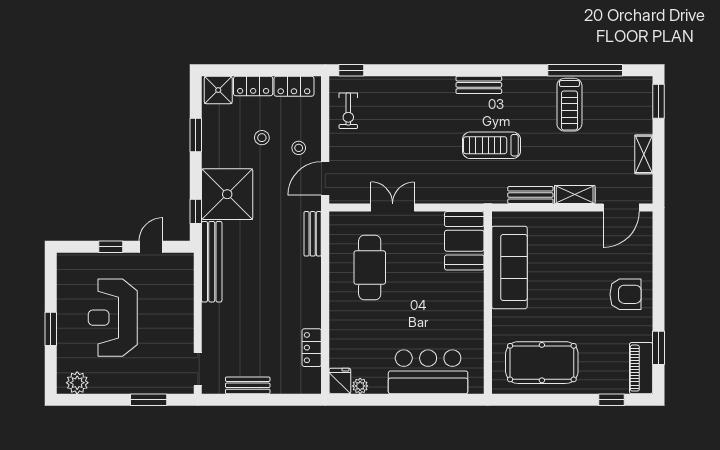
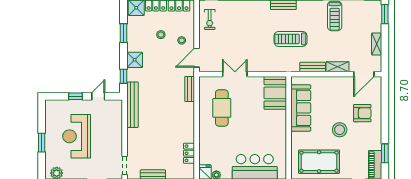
shower: (227, 194) -> (135, 60), width x0.54, depth x0.54
armchair: (625, 294) -> (362, 113), moved
stool: (578, 306) -> (340, 130), added

